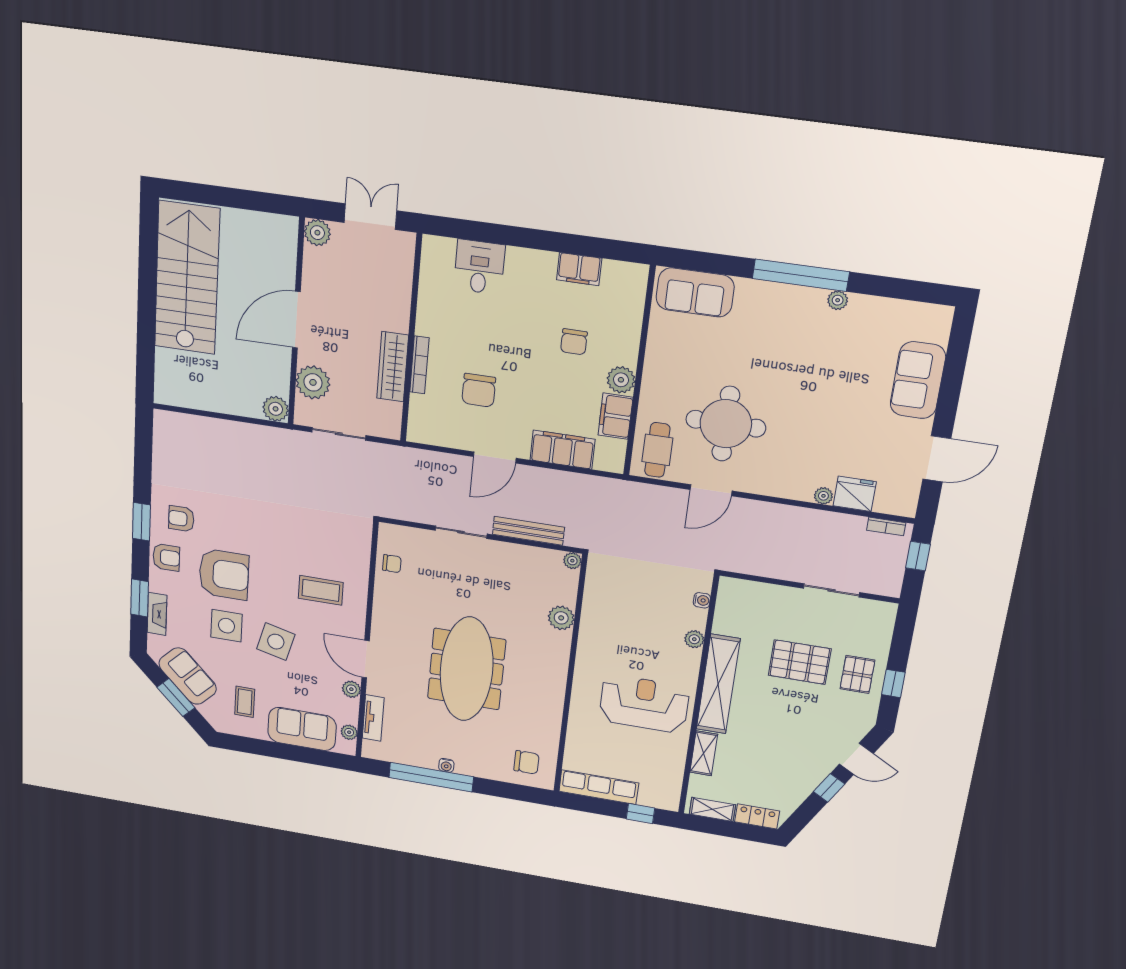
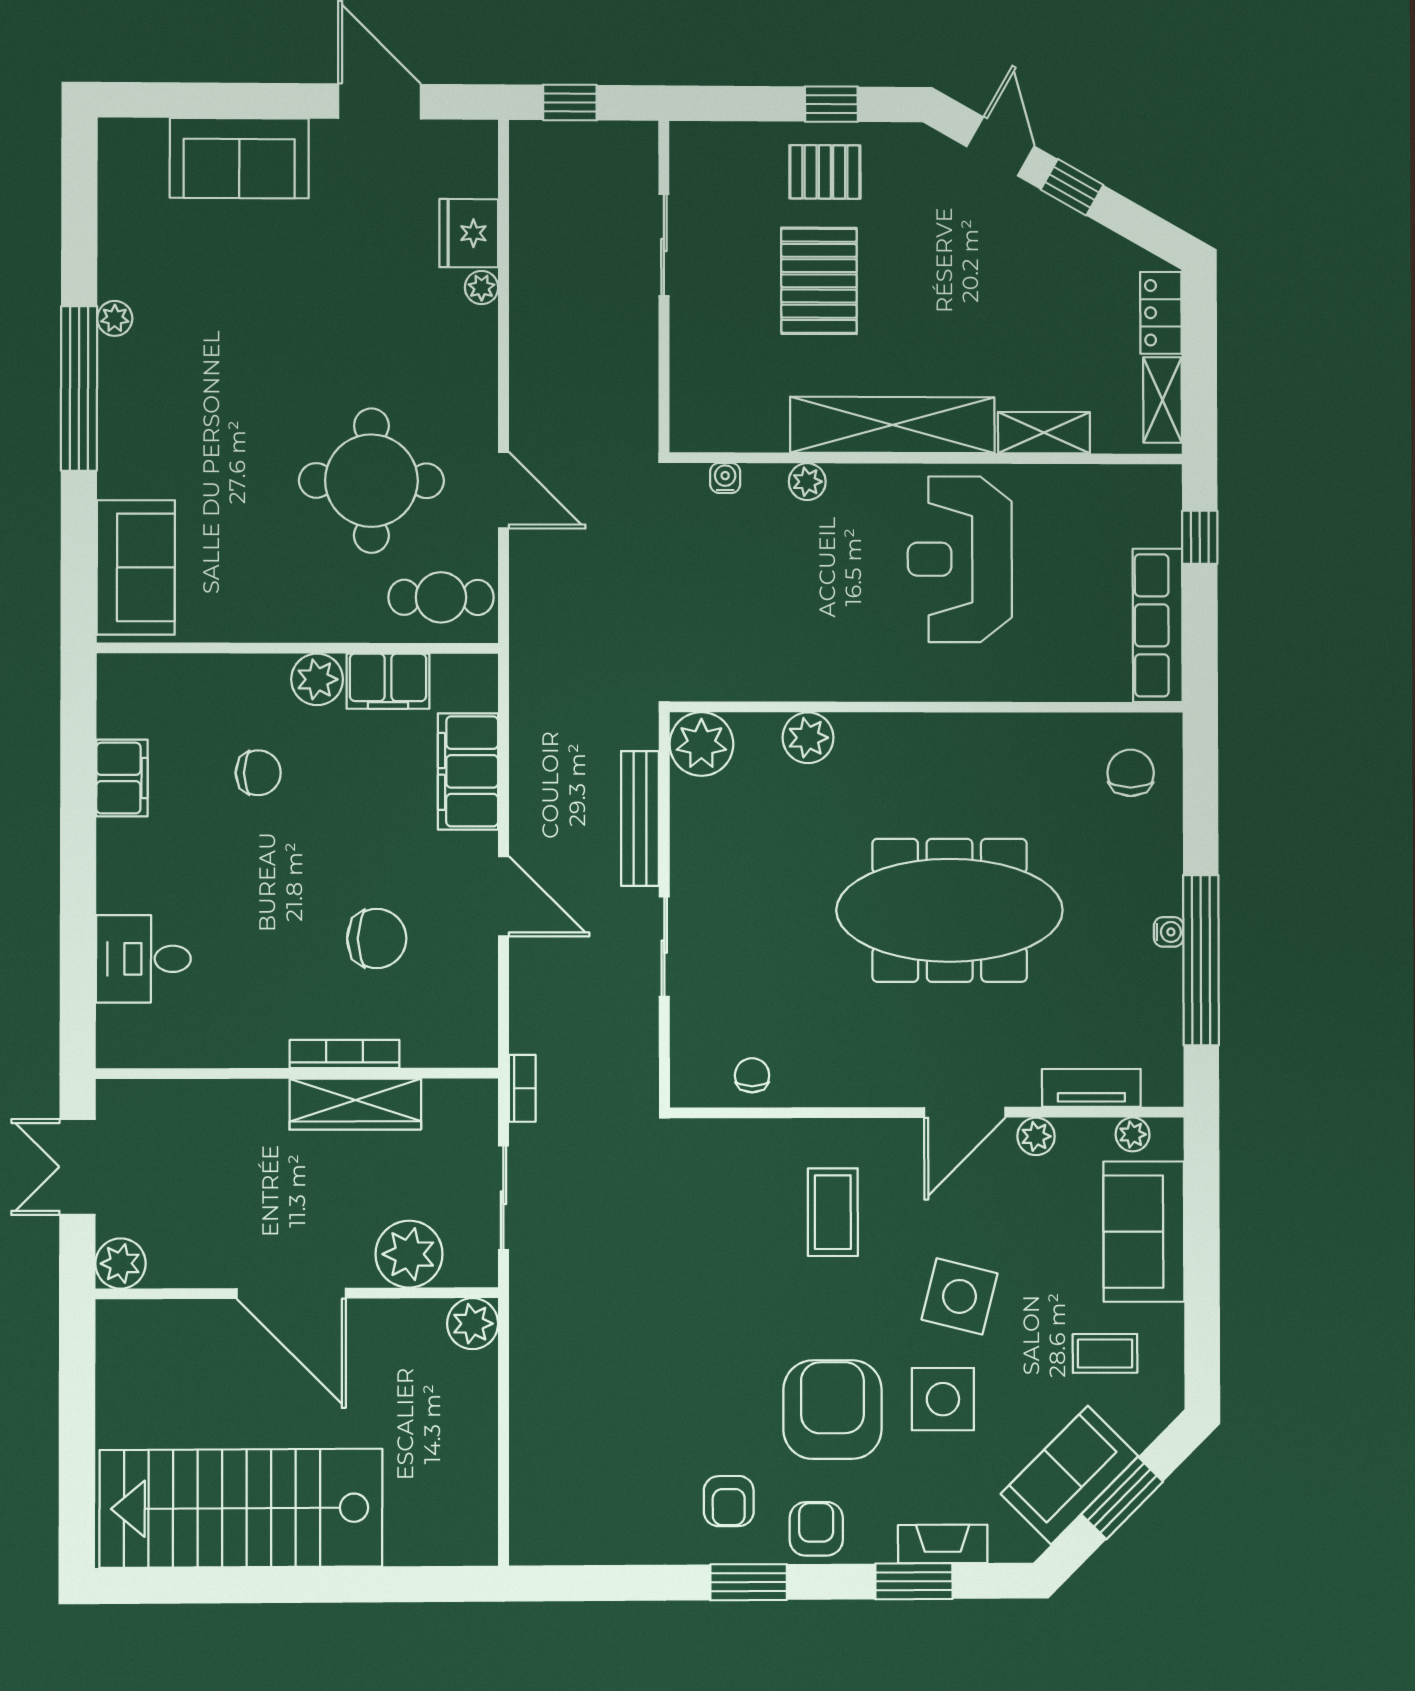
bookcase: (886, 526) -> (522, 1088), moved
plant: (572, 561) -> (701, 744), width x1.87, depth x1.87

